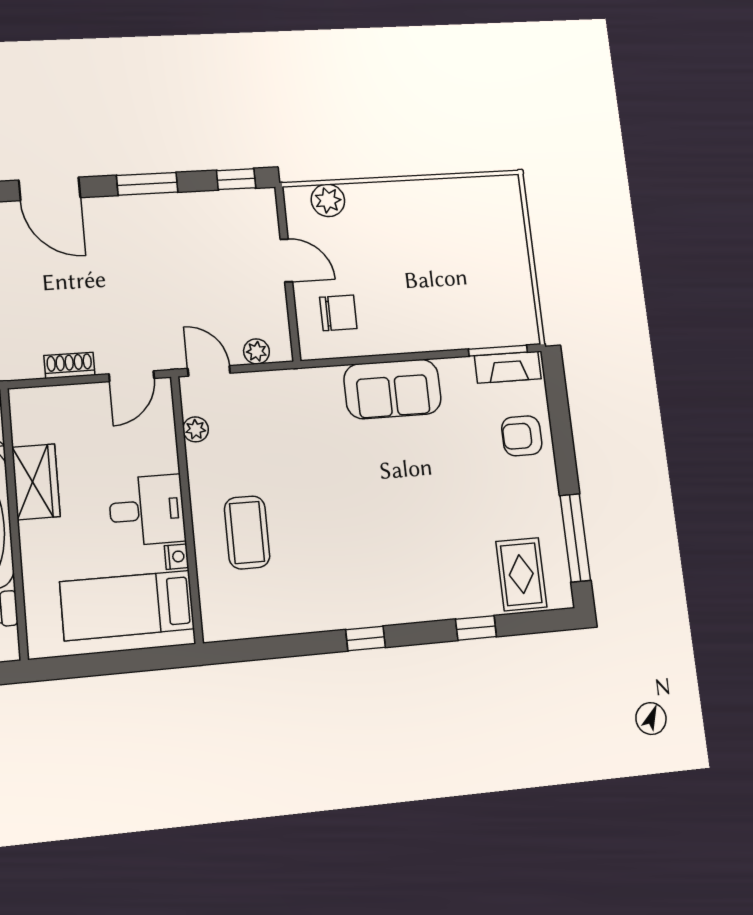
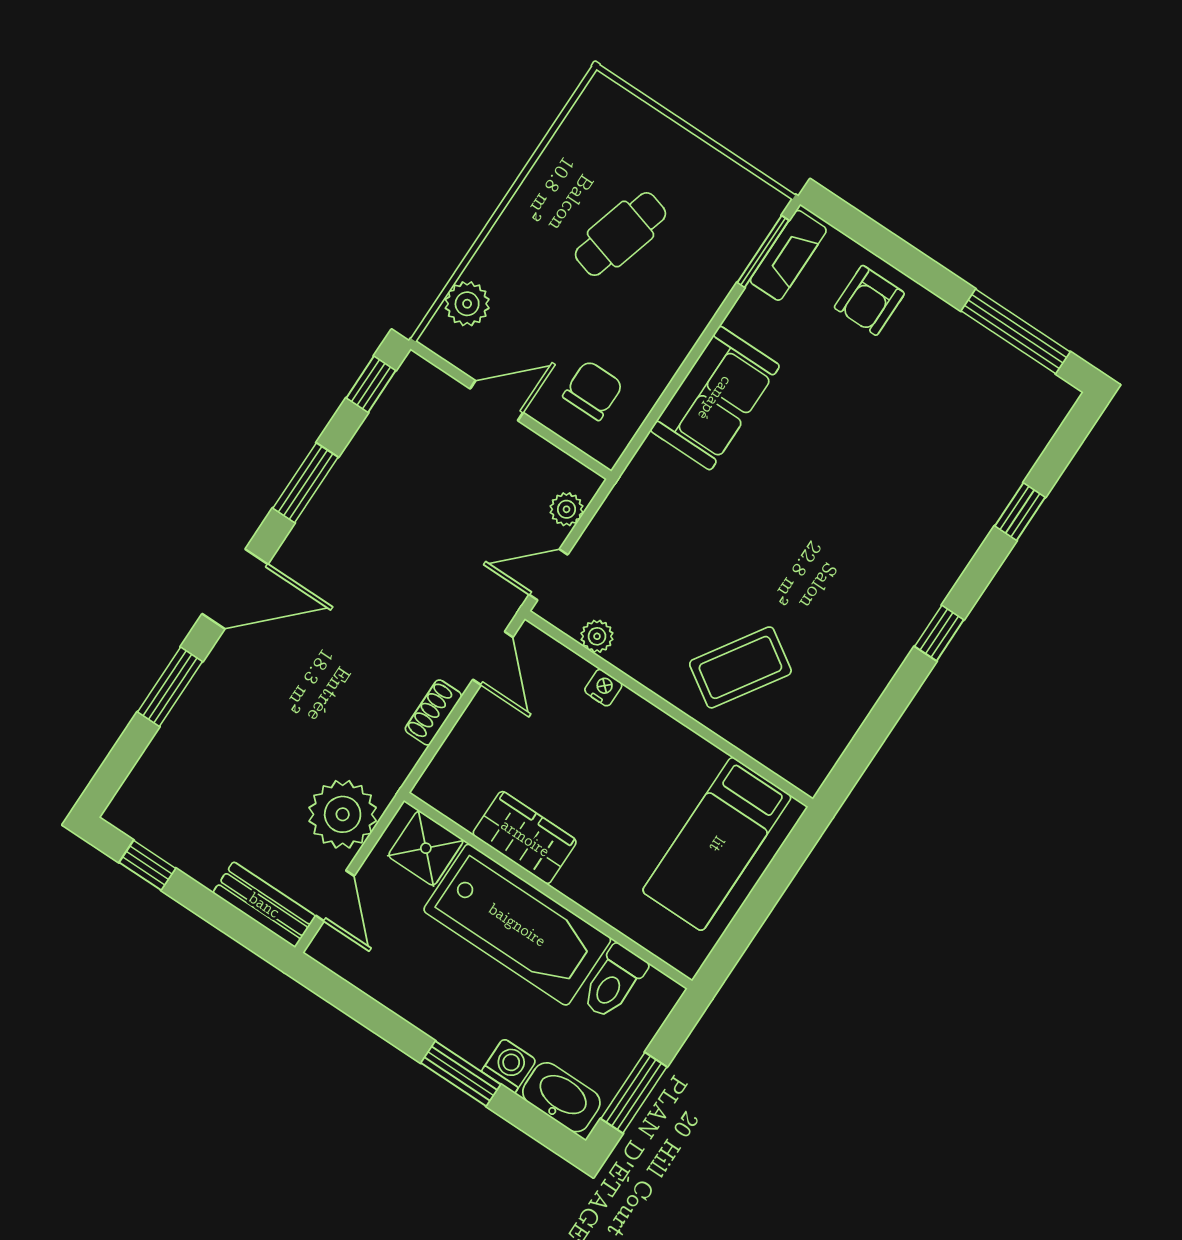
cafe table: (440, 259) -> (620, 234), added
desk: (147, 510) -> (639, 750), removed
coffee table: (247, 532) -> (740, 667), turned -57
nightstand: (177, 557) -> (603, 688), moved
rug: (521, 574) -> (1006, 420), removed

